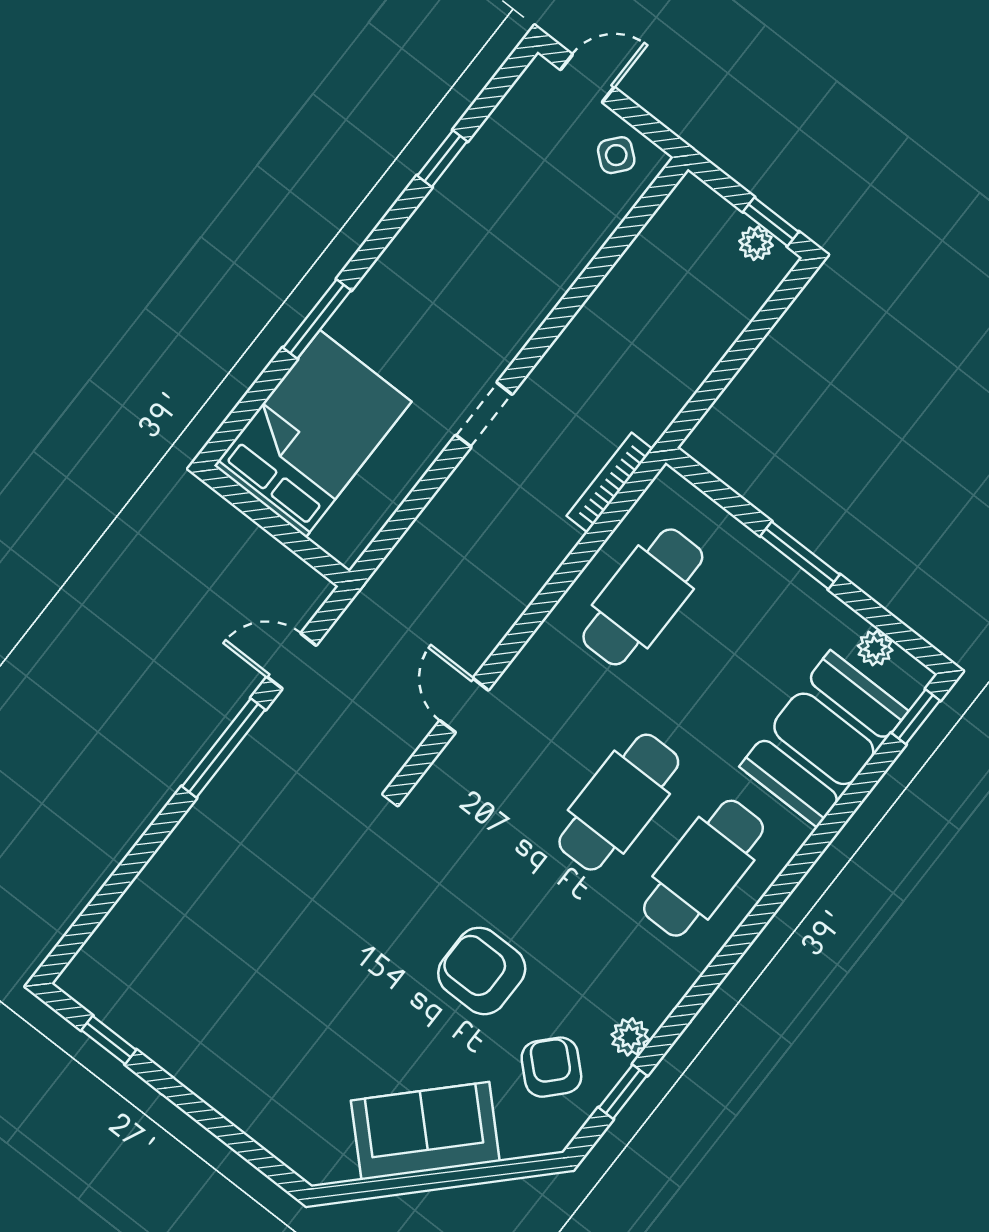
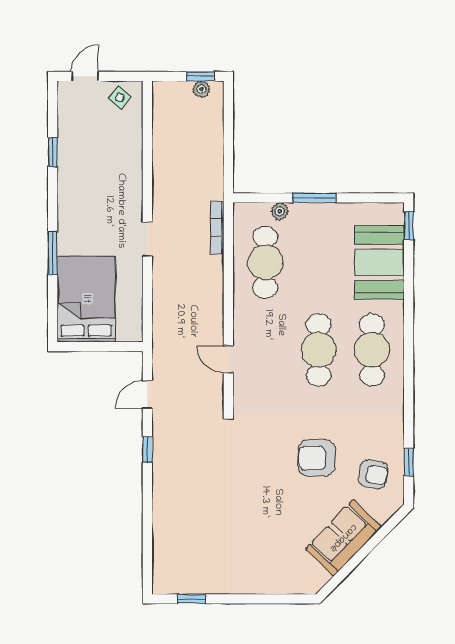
plant: (875, 648) -> (280, 211), moved
window: (224, 748) -> (147, 450), width x0.46
plant: (630, 1037) -> (395, 438), removed
armchair: (551, 1067) -> (373, 474), turned 148

